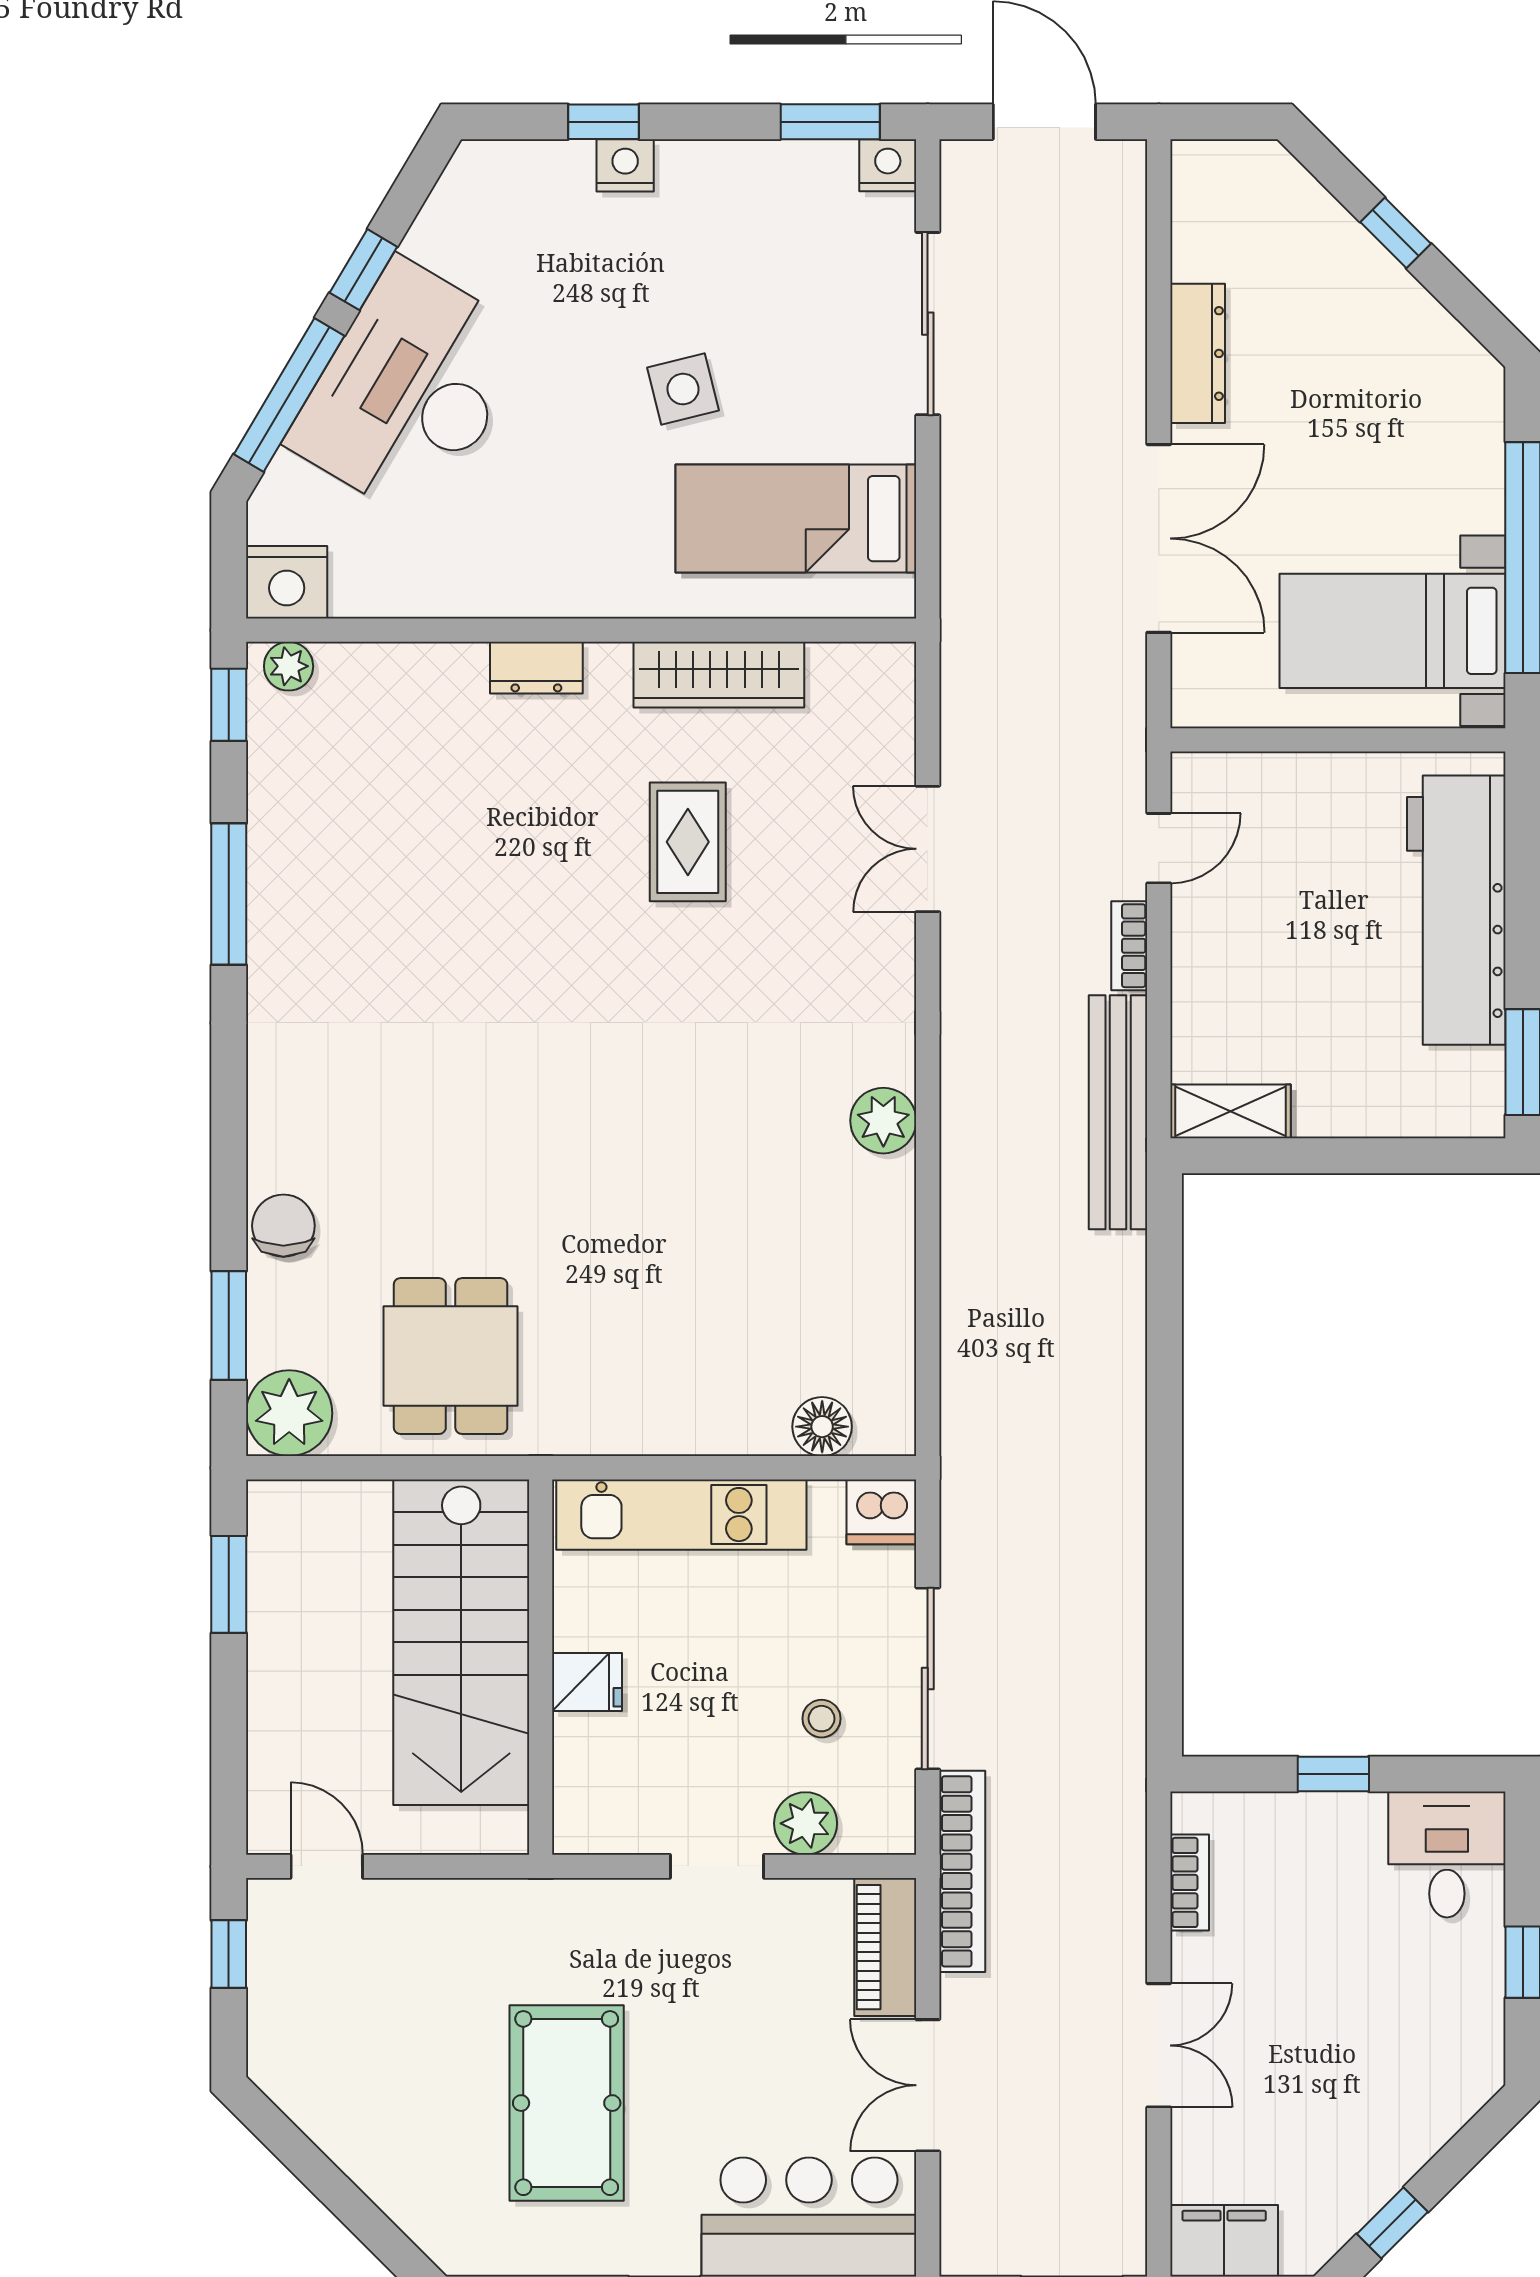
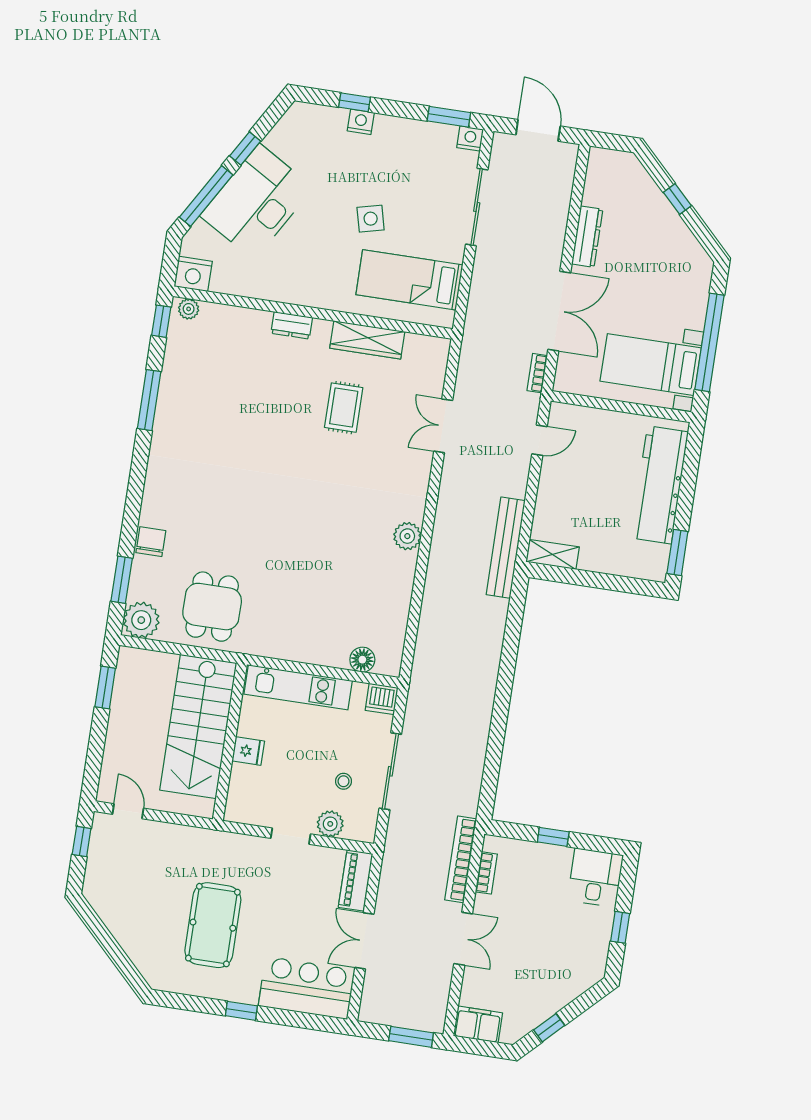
bookcase: (1129, 946) -> (537, 373), moved
bookcase: (962, 1871) -> (461, 859), moved, turned 180

